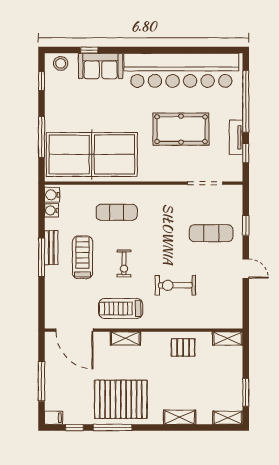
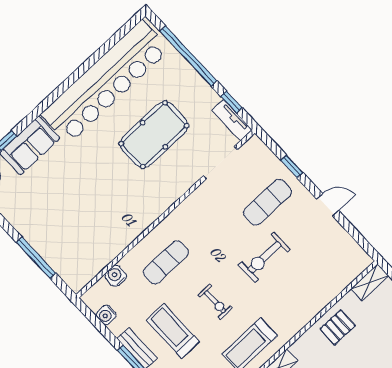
tv unit: (236, 137) -> (232, 120), moved
table tennis table: (92, 154) -> (96, 232), removed
water cooler: (52, 195) -> (116, 276), moved, turned 90
exercise bike: (175, 285) -> (264, 257), moved

